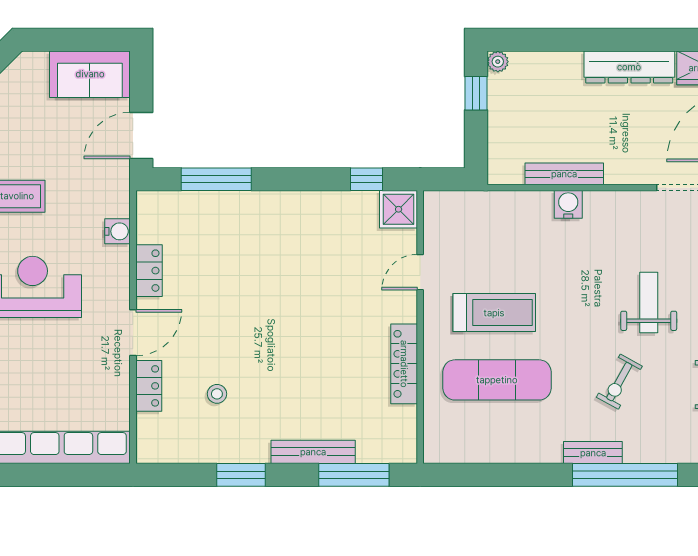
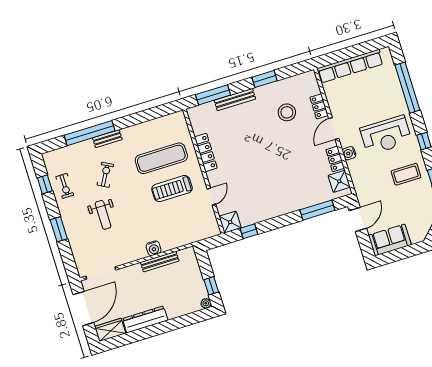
shower: (155, 223) -> (339, 181), added
water cooler: (118, 231) -> (349, 153), moved
stool: (217, 394) -> (287, 112), width x1.89, depth x1.89

